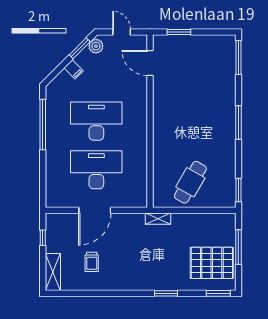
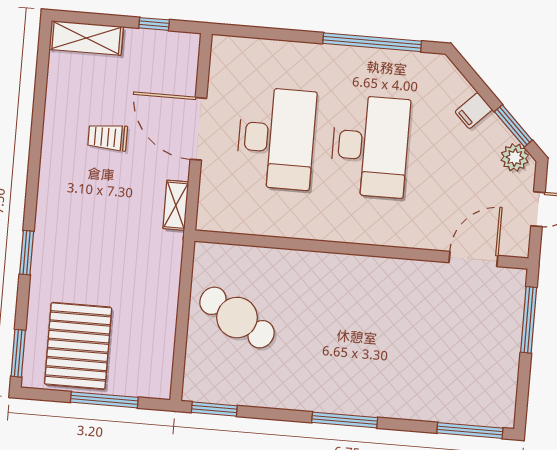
window: (179, 32) -> (529, 320), width x1.44
shelving: (158, 219) -> (176, 205), moved
trolley: (92, 262) -> (108, 137), moved

